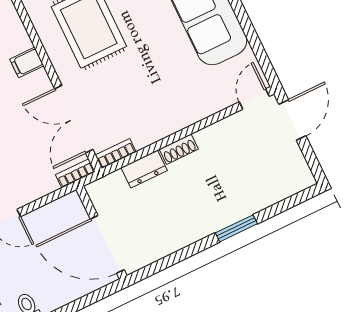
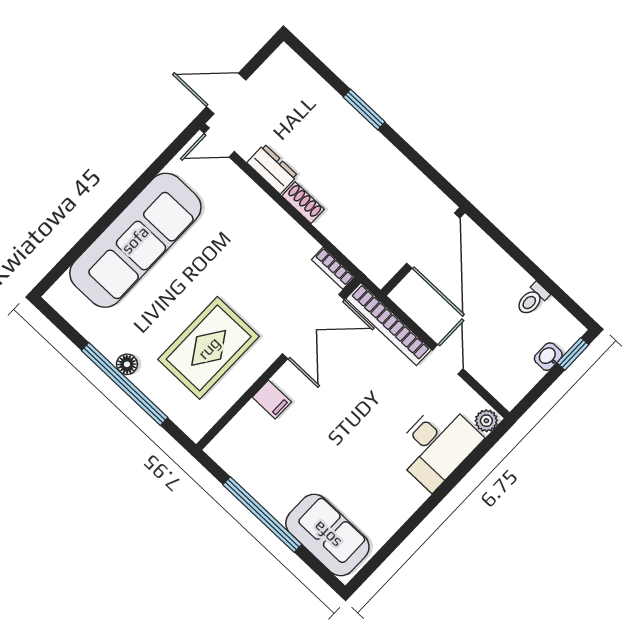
dresser: (144, 169) -> (272, 169), moved
bookcase: (75, 173) -> (389, 324), width x2.31, depth x1.31

